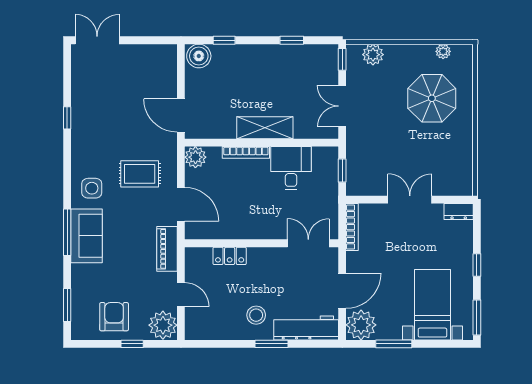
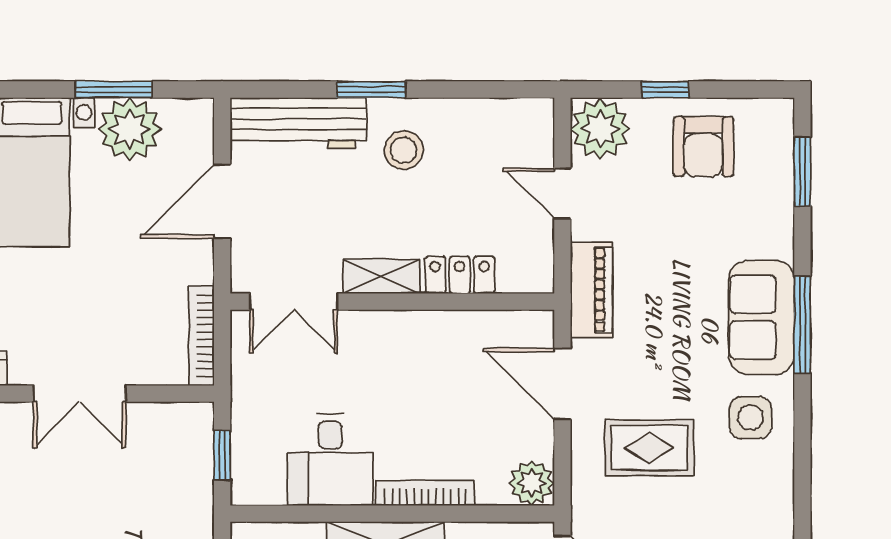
shelving: (267, 255) -> (381, 276), added
plant: (361, 325) -> (130, 129), moved

